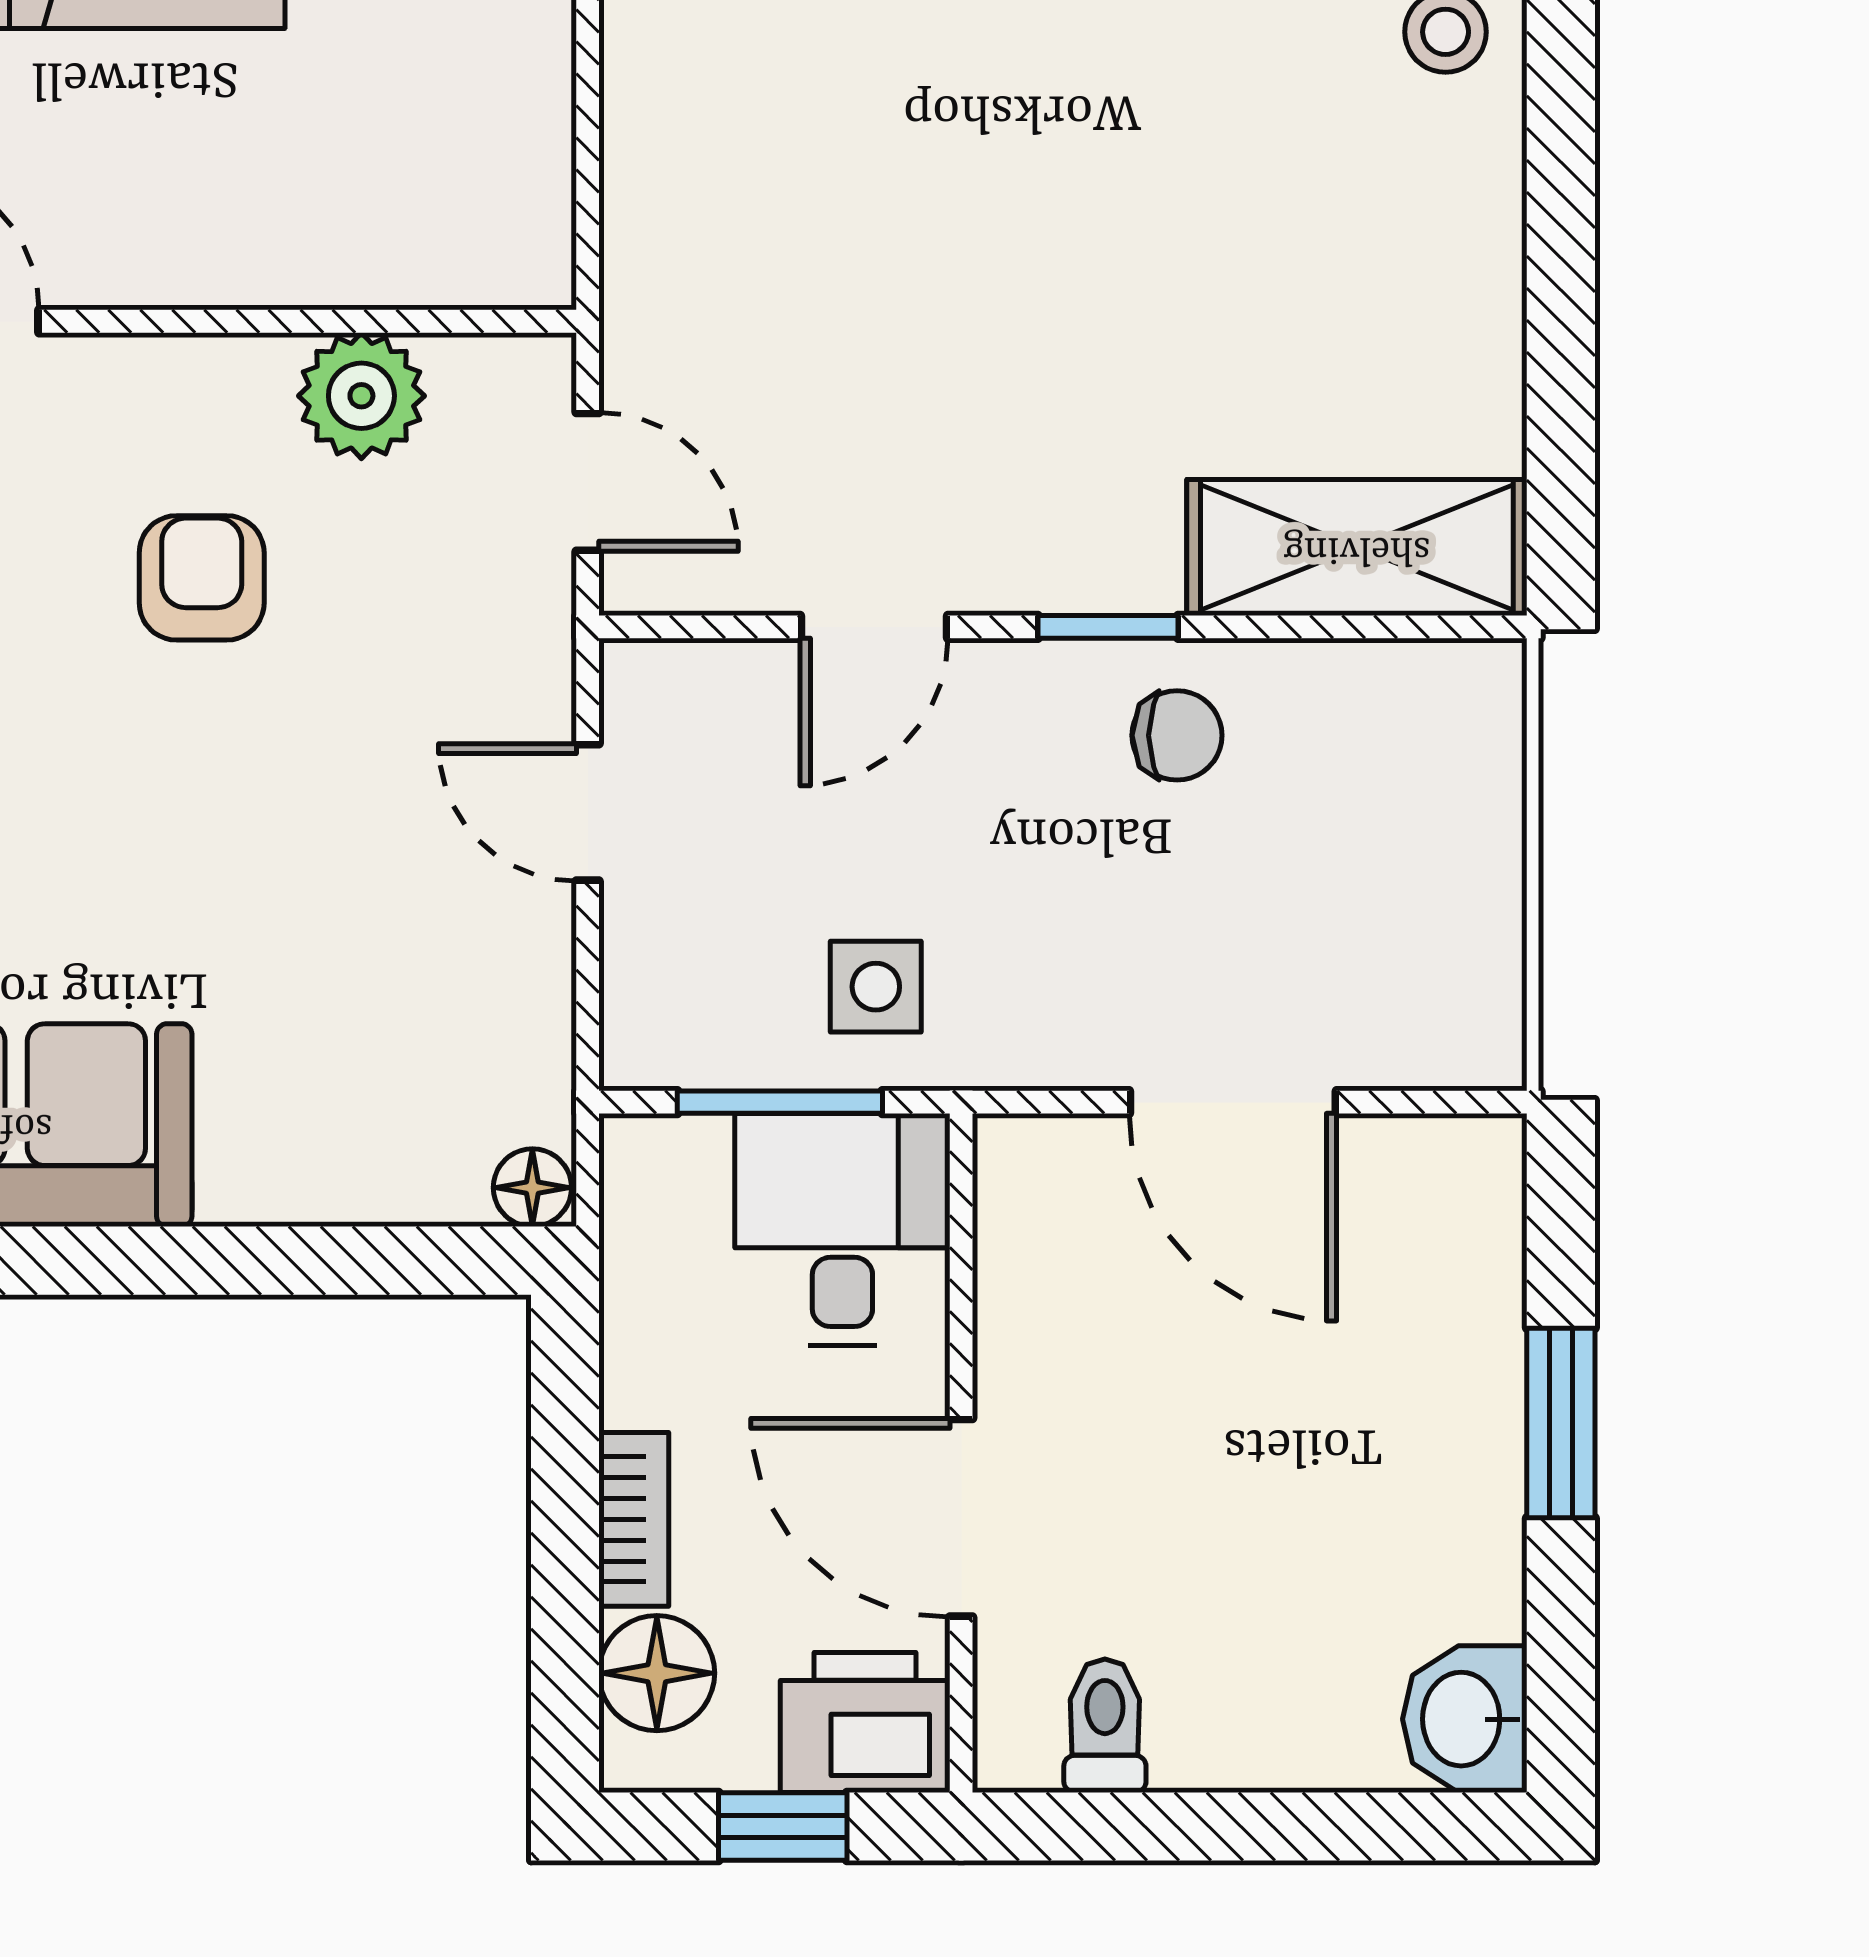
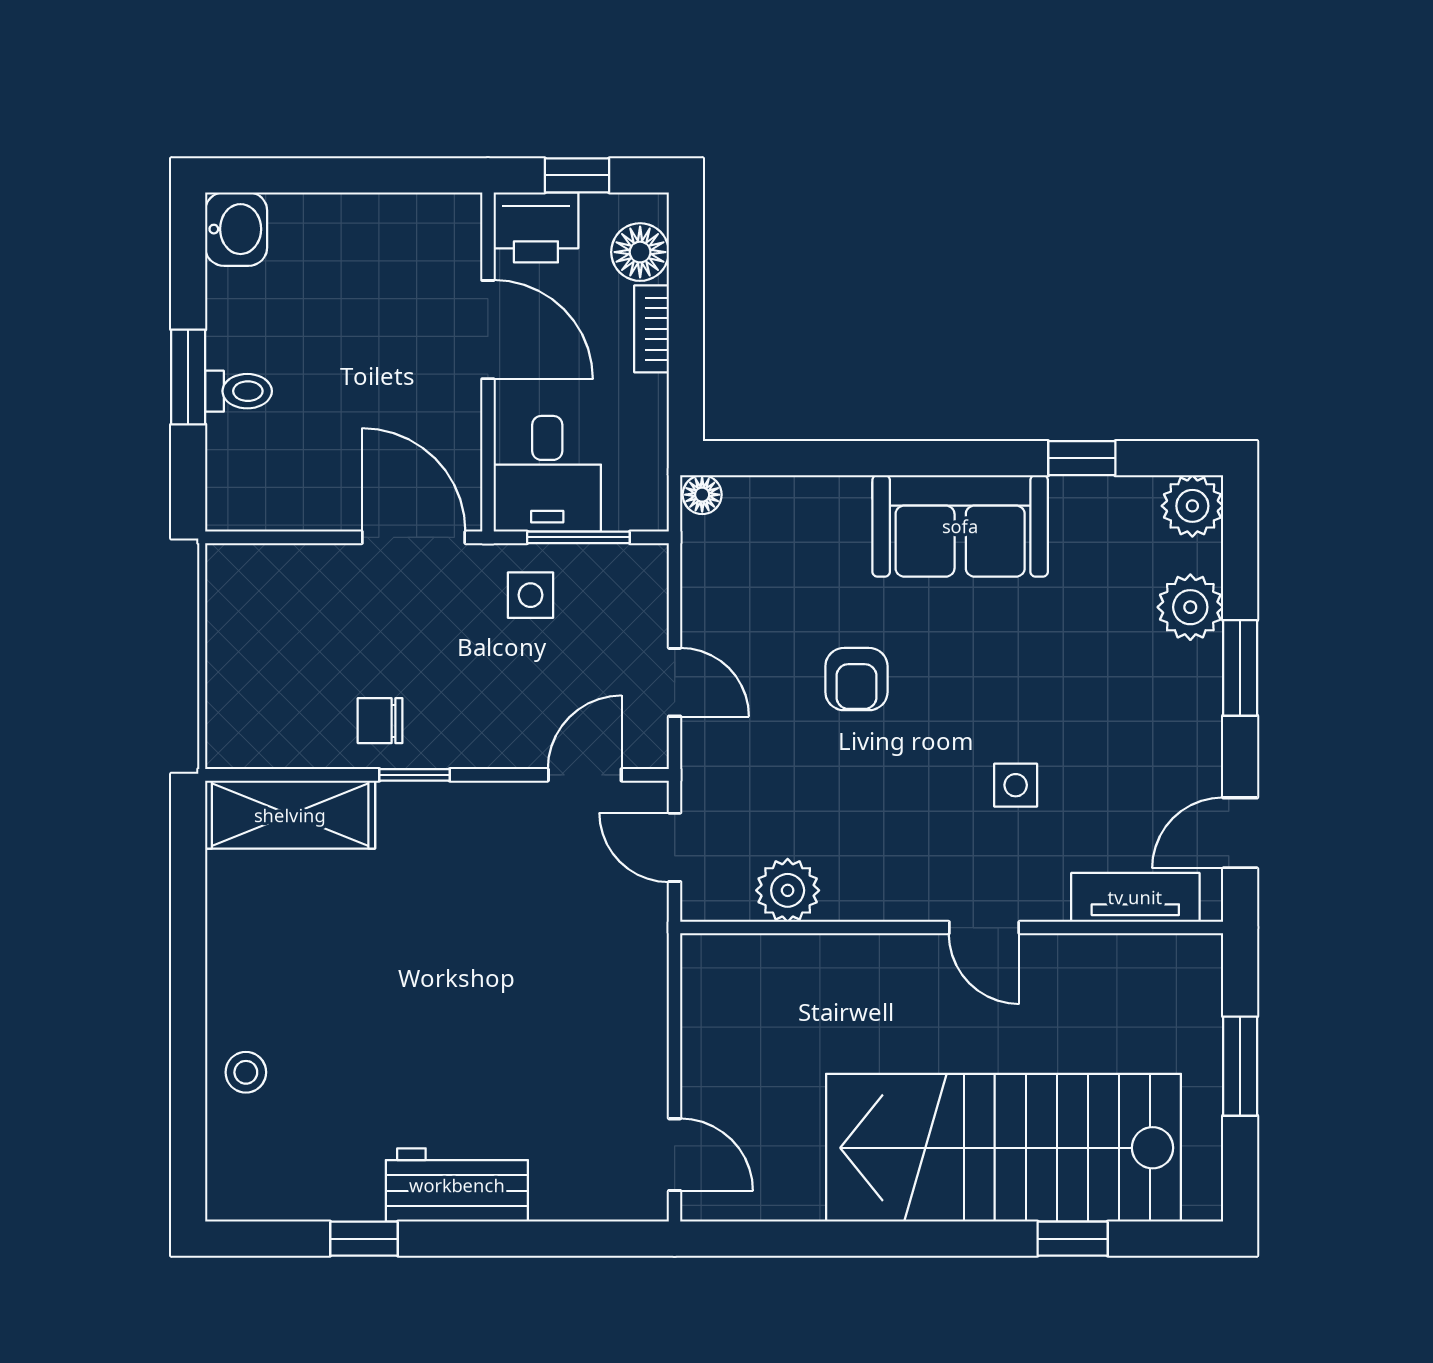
armchair: (202, 578) -> (856, 679), moved
door: (874, 627) -> (585, 775), moved
door: (1233, 1102) -> (414, 537), moved
toilet: (1105, 1726) -> (238, 391), moved, turned -90

